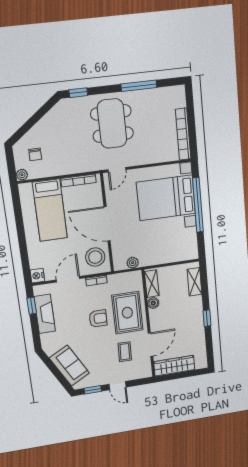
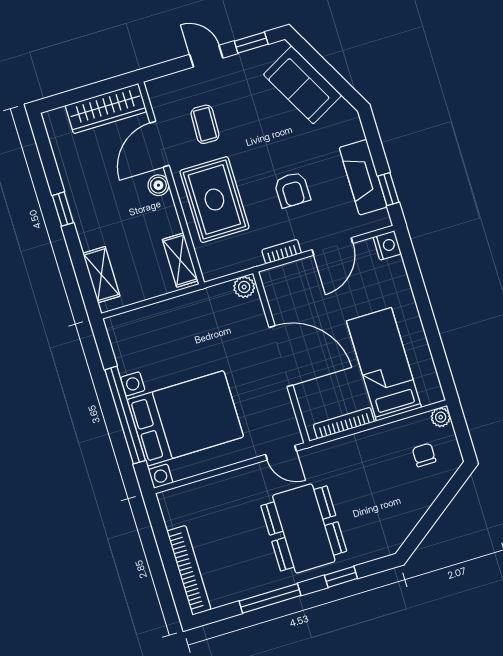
window: (78, 93) -> (341, 577), moved
bookcase: (183, 134) -> (189, 570), moved
door: (117, 170) -> (281, 453), swing flipped
stool: (95, 257) -> (291, 294), removed
plant: (133, 263) -> (244, 287), moved
boiler: (153, 303) -> (158, 185), moved
armchair: (98, 319) -> (292, 190), moved, turned -90

